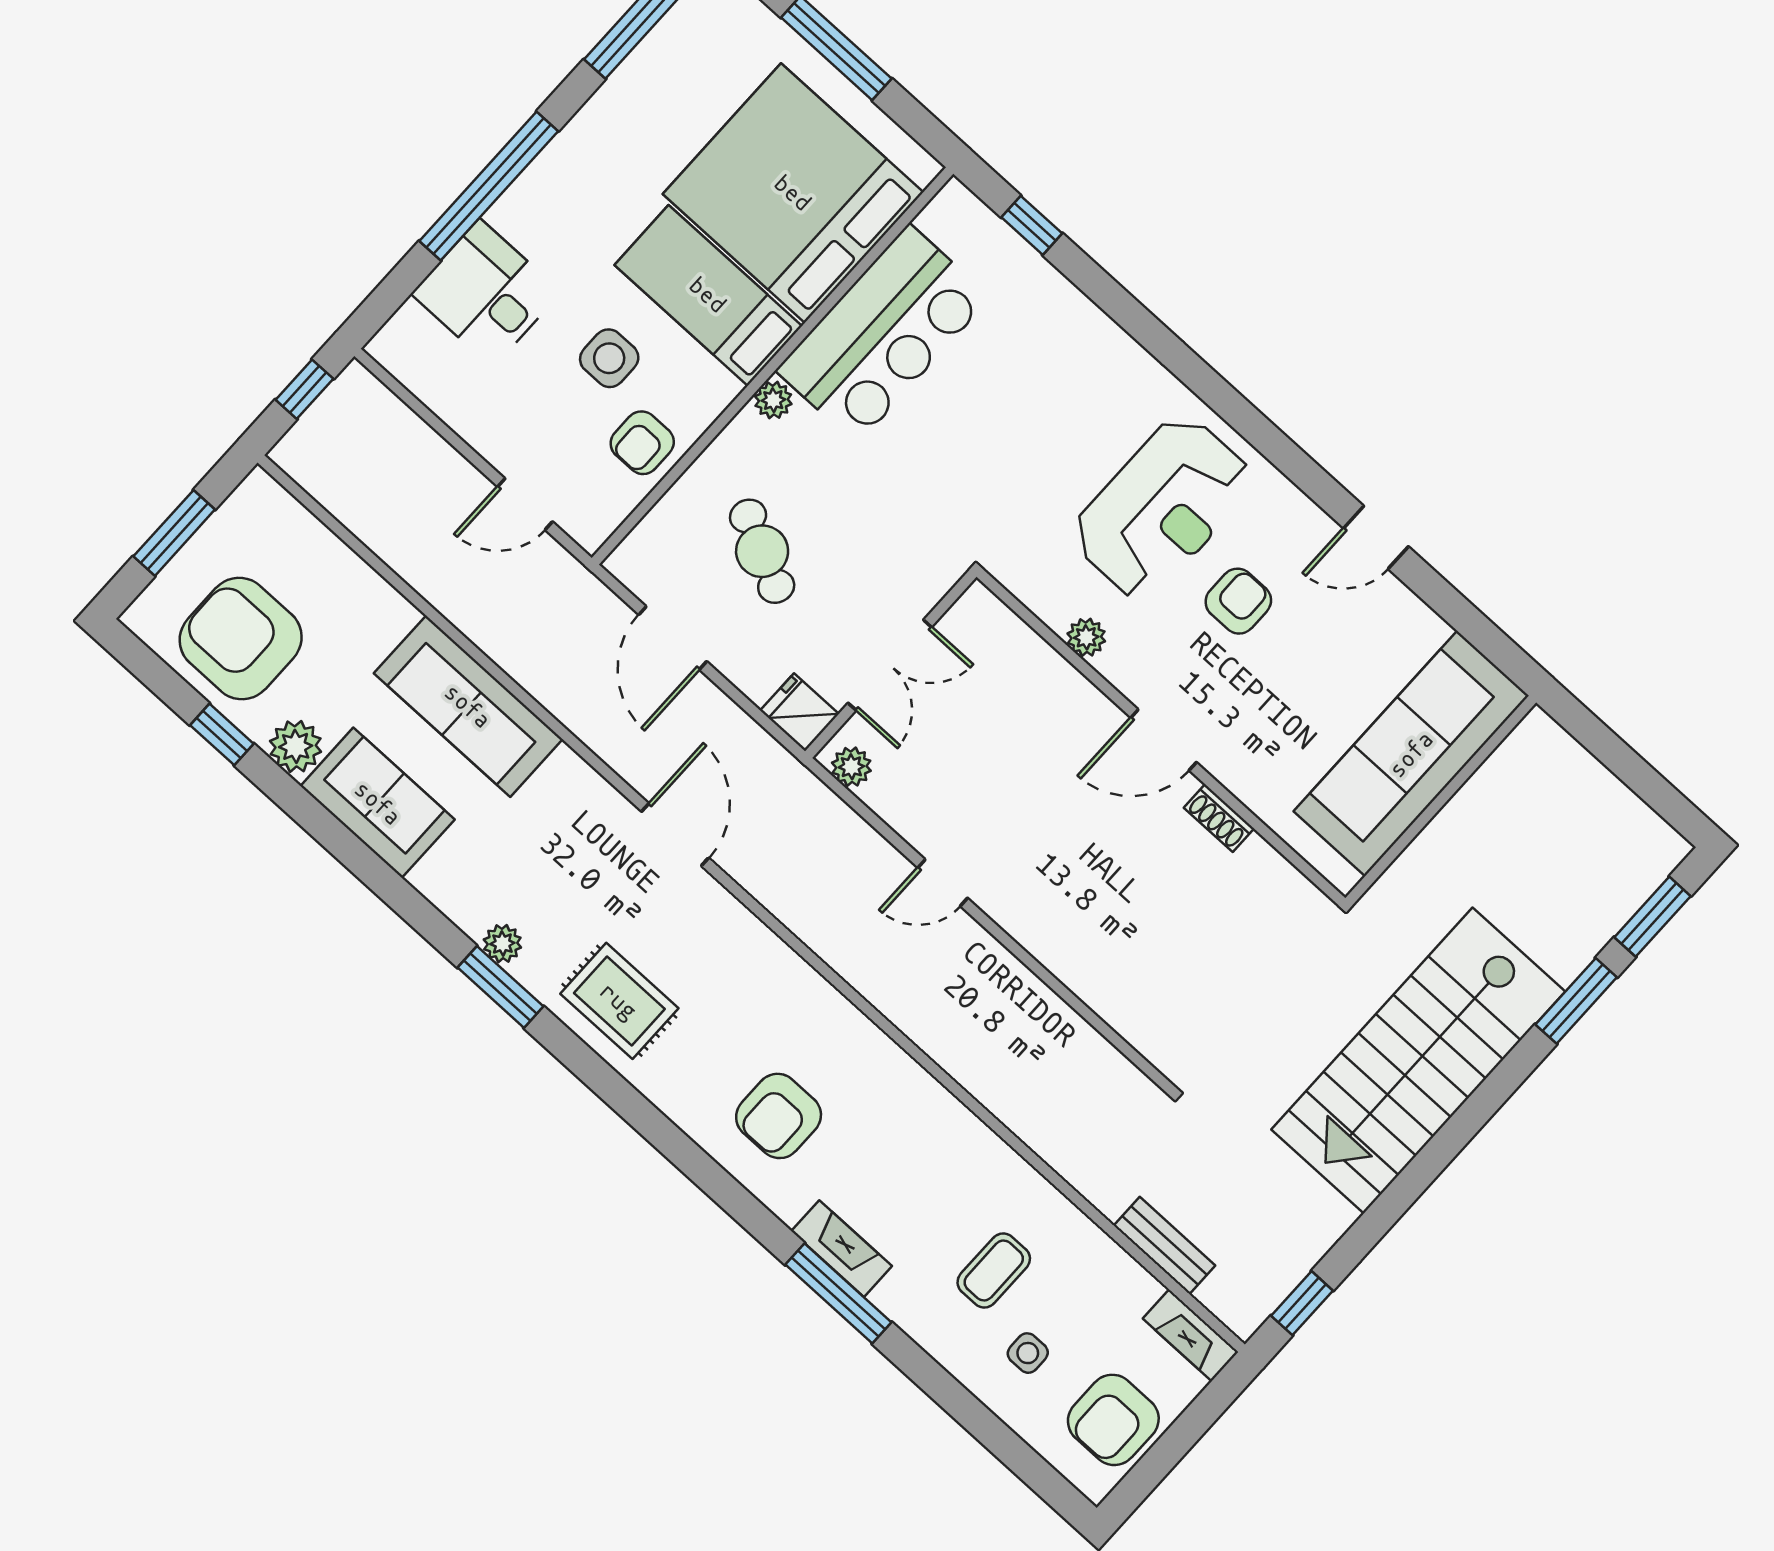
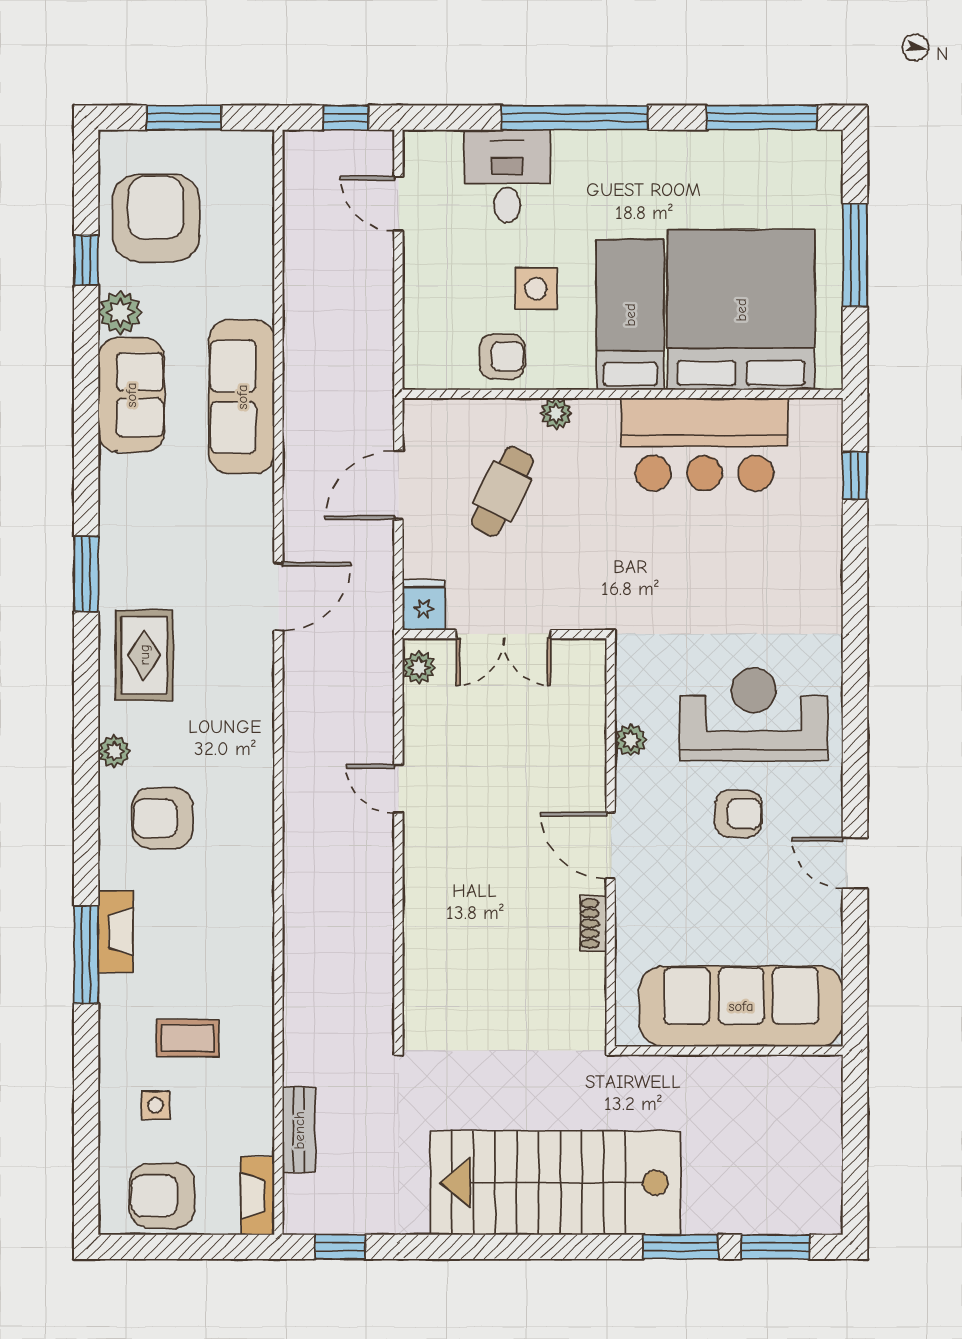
plant: (773, 400) -> (556, 414), moved
armchair: (642, 443) -> (502, 356), turned 180
door: (525, 504) -> (398, 204), moved
reception desk: (1162, 508) -> (754, 714), turned 180
plant: (502, 944) -> (114, 751), moved

